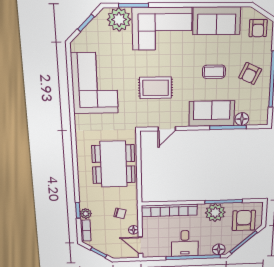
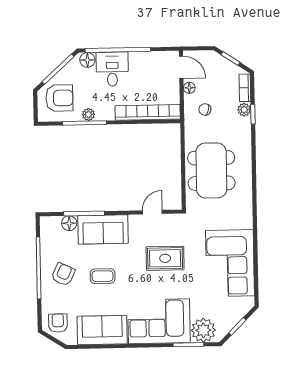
plant: (215, 213) -> (88, 115), width x0.53, depth x0.53
armchair: (244, 220) -> (59, 98), turned -90
desk: (185, 243) -> (112, 69), moved

